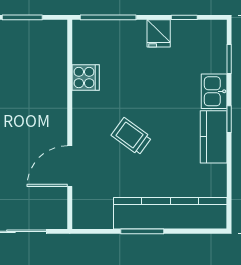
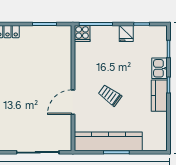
cooker: (86, 77) -> (82, 34), moved, turned 90
door: (70, 166) -> (73, 102), moved
kitchen counter: (170, 213) -> (108, 141), moved

